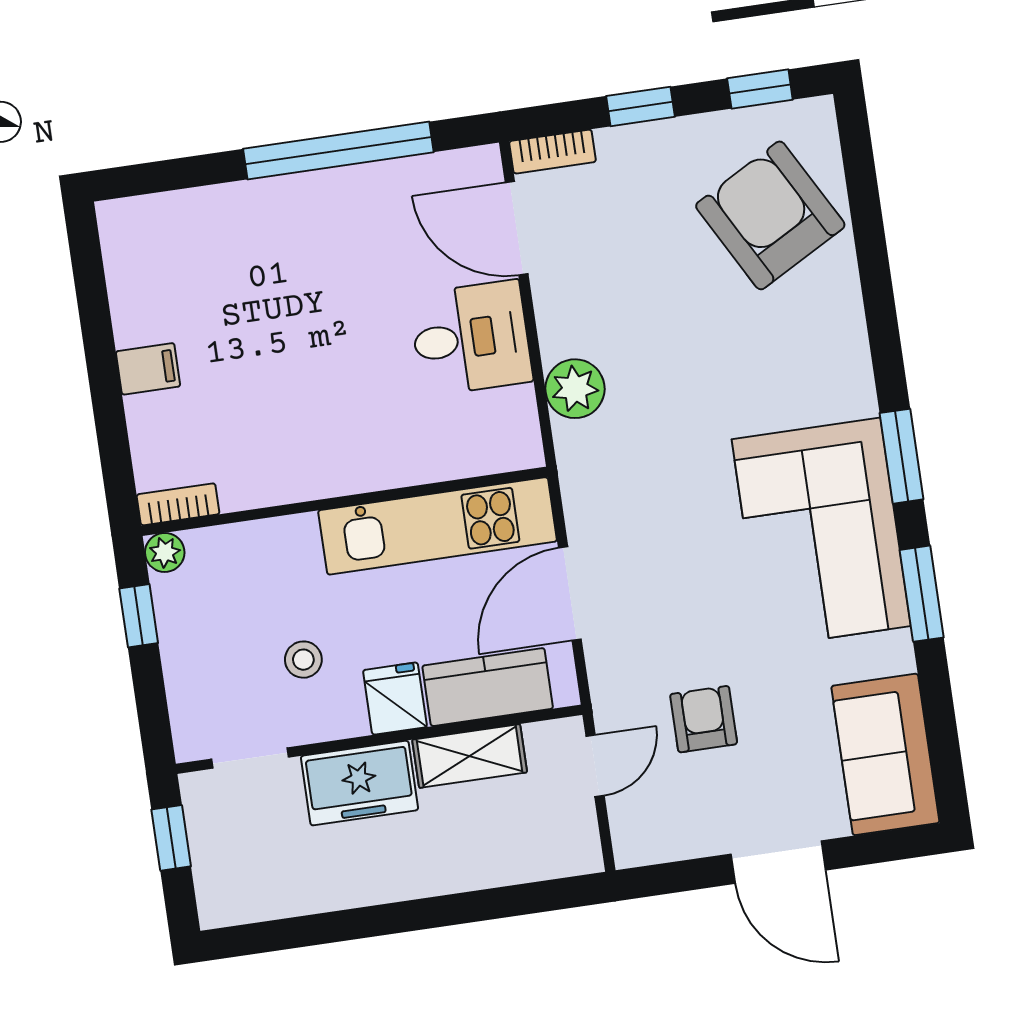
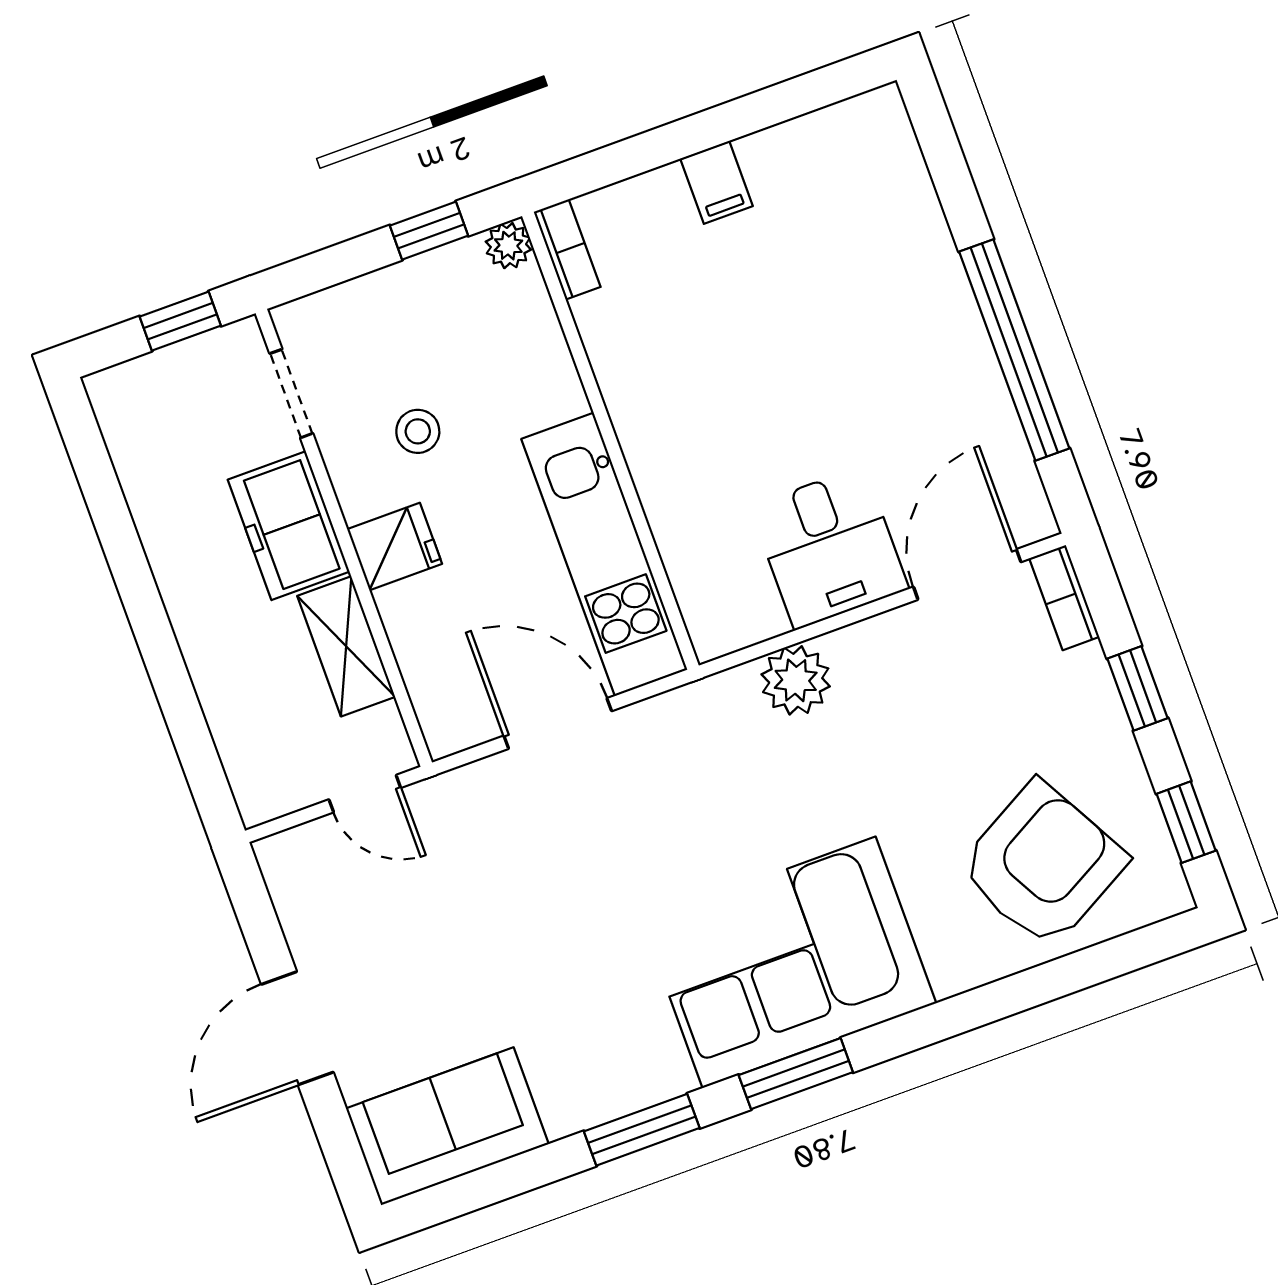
corner sofa: (821, 533) -> (789, 962), moved
kitchen counter: (488, 687) -> (430, 651), removed
armchair: (704, 719) -> (445, 908), removed

